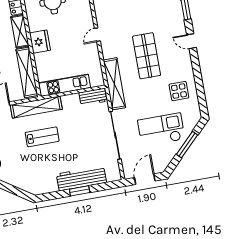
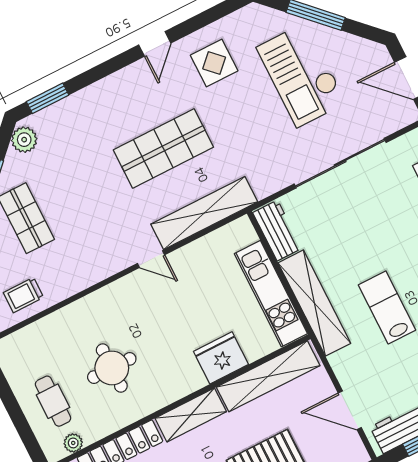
door: (192, 41) -> (155, 44), moved
fridge: (40, 42) -> (221, 358), moved
shelving: (114, 84) -> (204, 213), moved
shelving: (36, 107) -> (314, 303), moved

